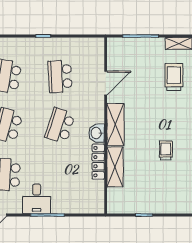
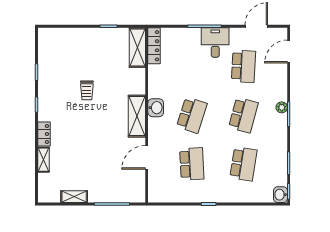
trolley: (174, 77) -> (79, 163), removed
locker: (98, 162) -> (154, 46), moved
shelving: (115, 167) -> (137, 47), moved

